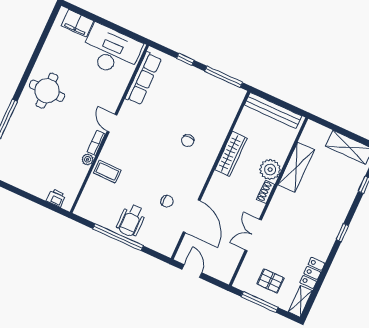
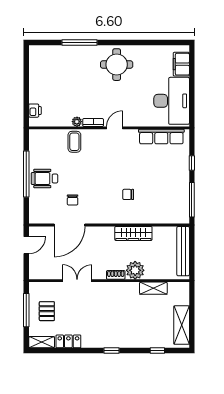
shelving: (296, 167) -> (153, 288), width x0.67, depth x0.75

